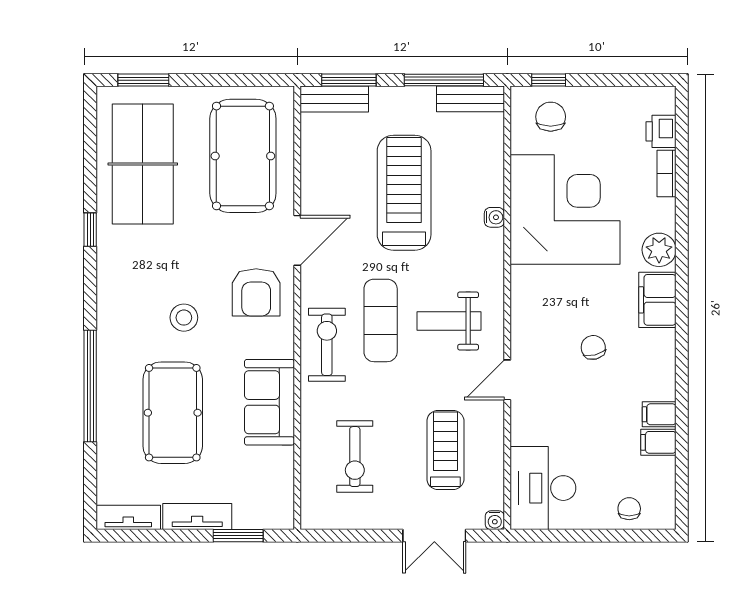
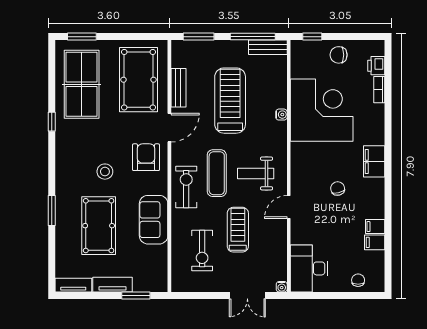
bench: (334, 99) -> (178, 88), moved, turned 90
chair: (551, 117) -> (339, 55), moved, turned -90
plant: (659, 250) -> (375, 133), removed
armchair: (256, 292) -> (146, 157), turned 180
window: (90, 386) -> (52, 210), width x0.47
treadmill: (445, 450) -> (238, 230), moved

